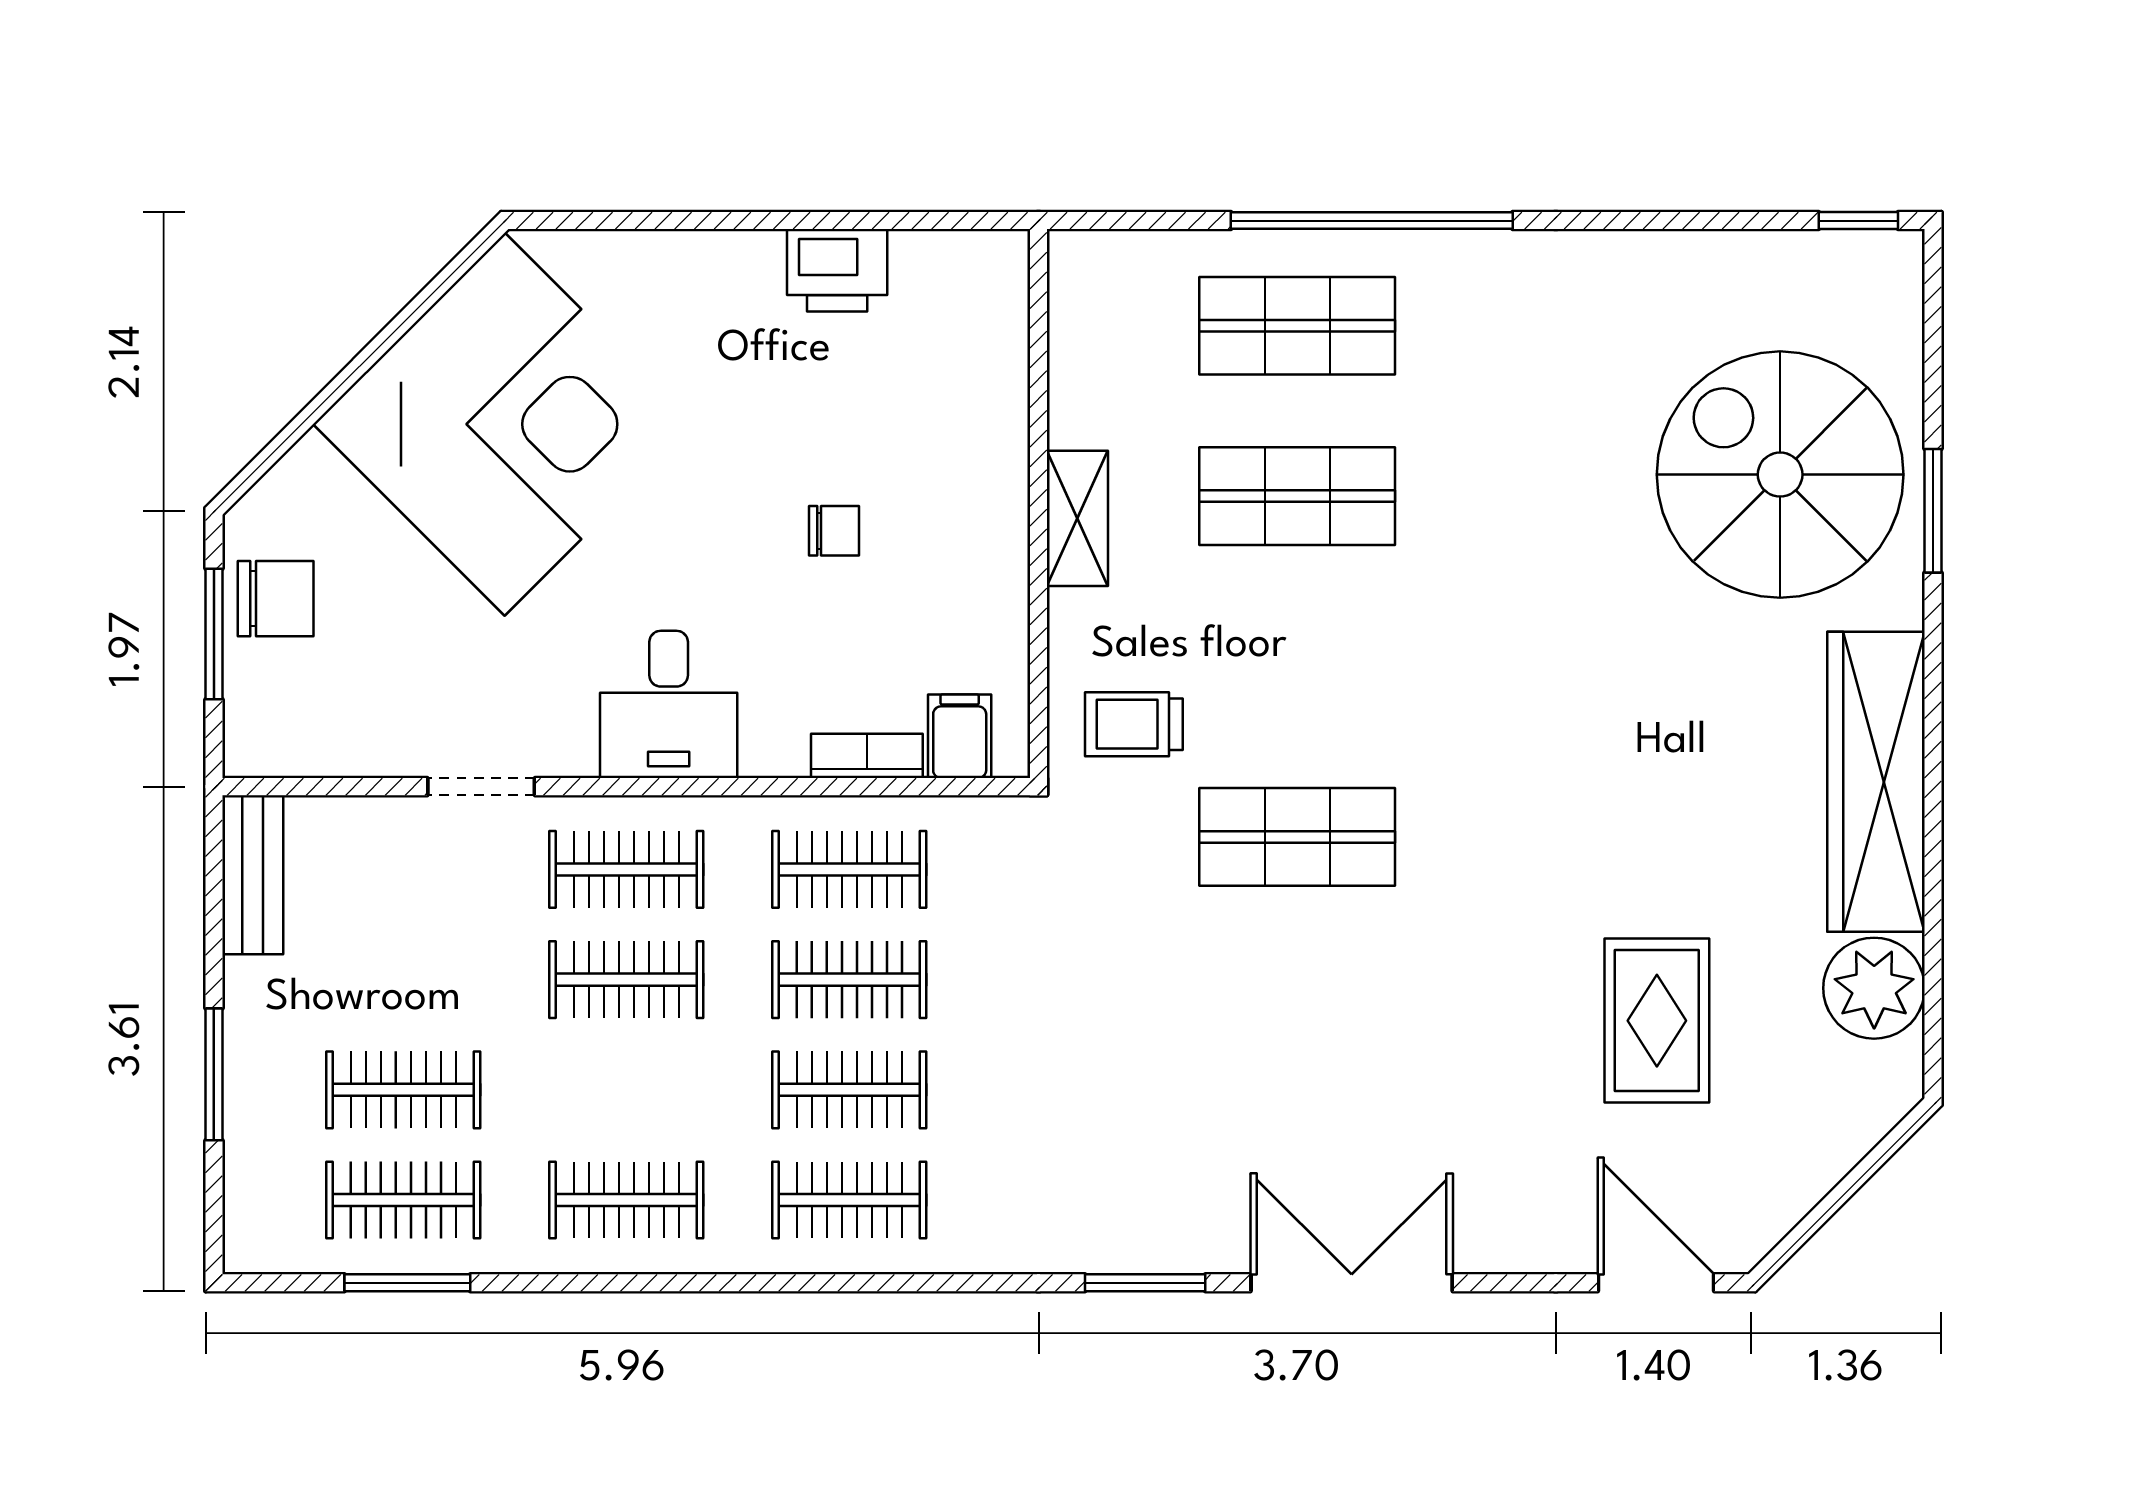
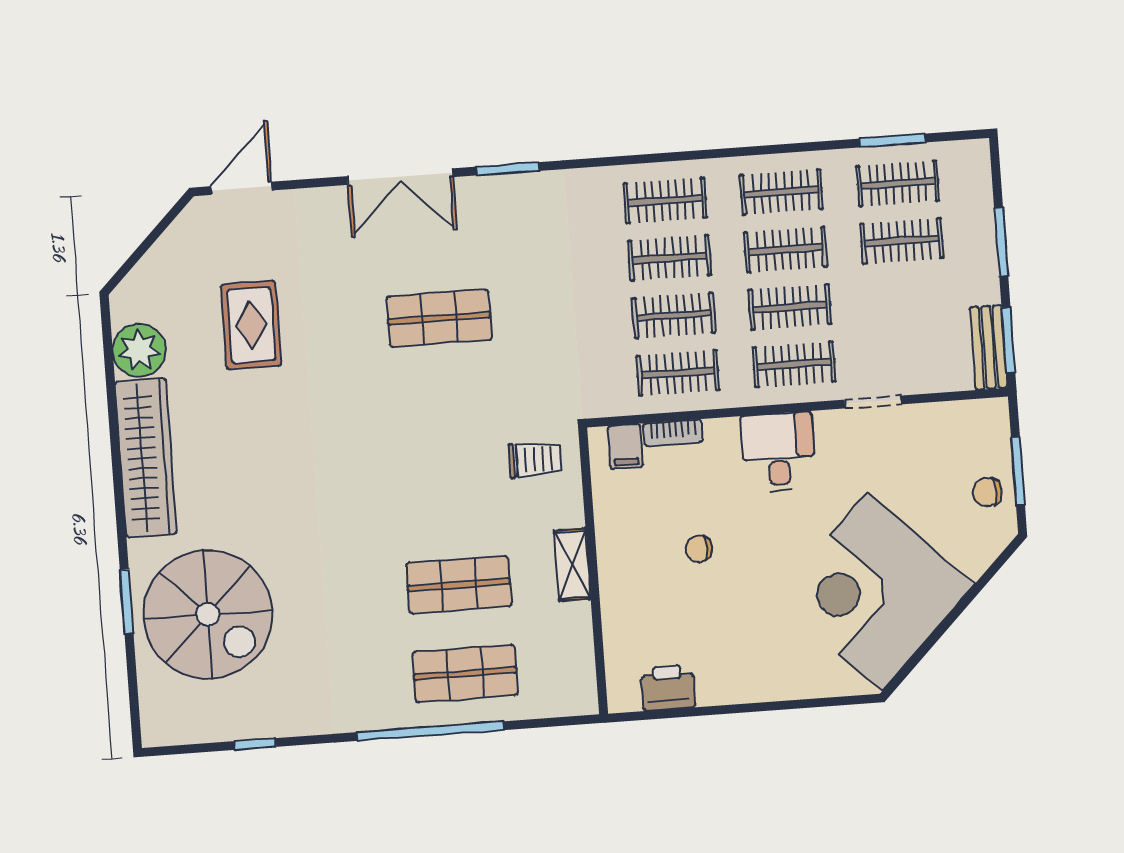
window: (1858, 221) -> (255, 744), moved
printer: (837, 270) -> (668, 688), moved
chair: (276, 599) -> (987, 492), width x0.73, depth x0.73
shop shelf: (1297, 837) -> (439, 318), moved
window: (214, 886) -> (1008, 340), added
clothes rail: (626, 1090) -> (786, 250), added
door: (1656, 1283) -> (241, 188), swing flipped

